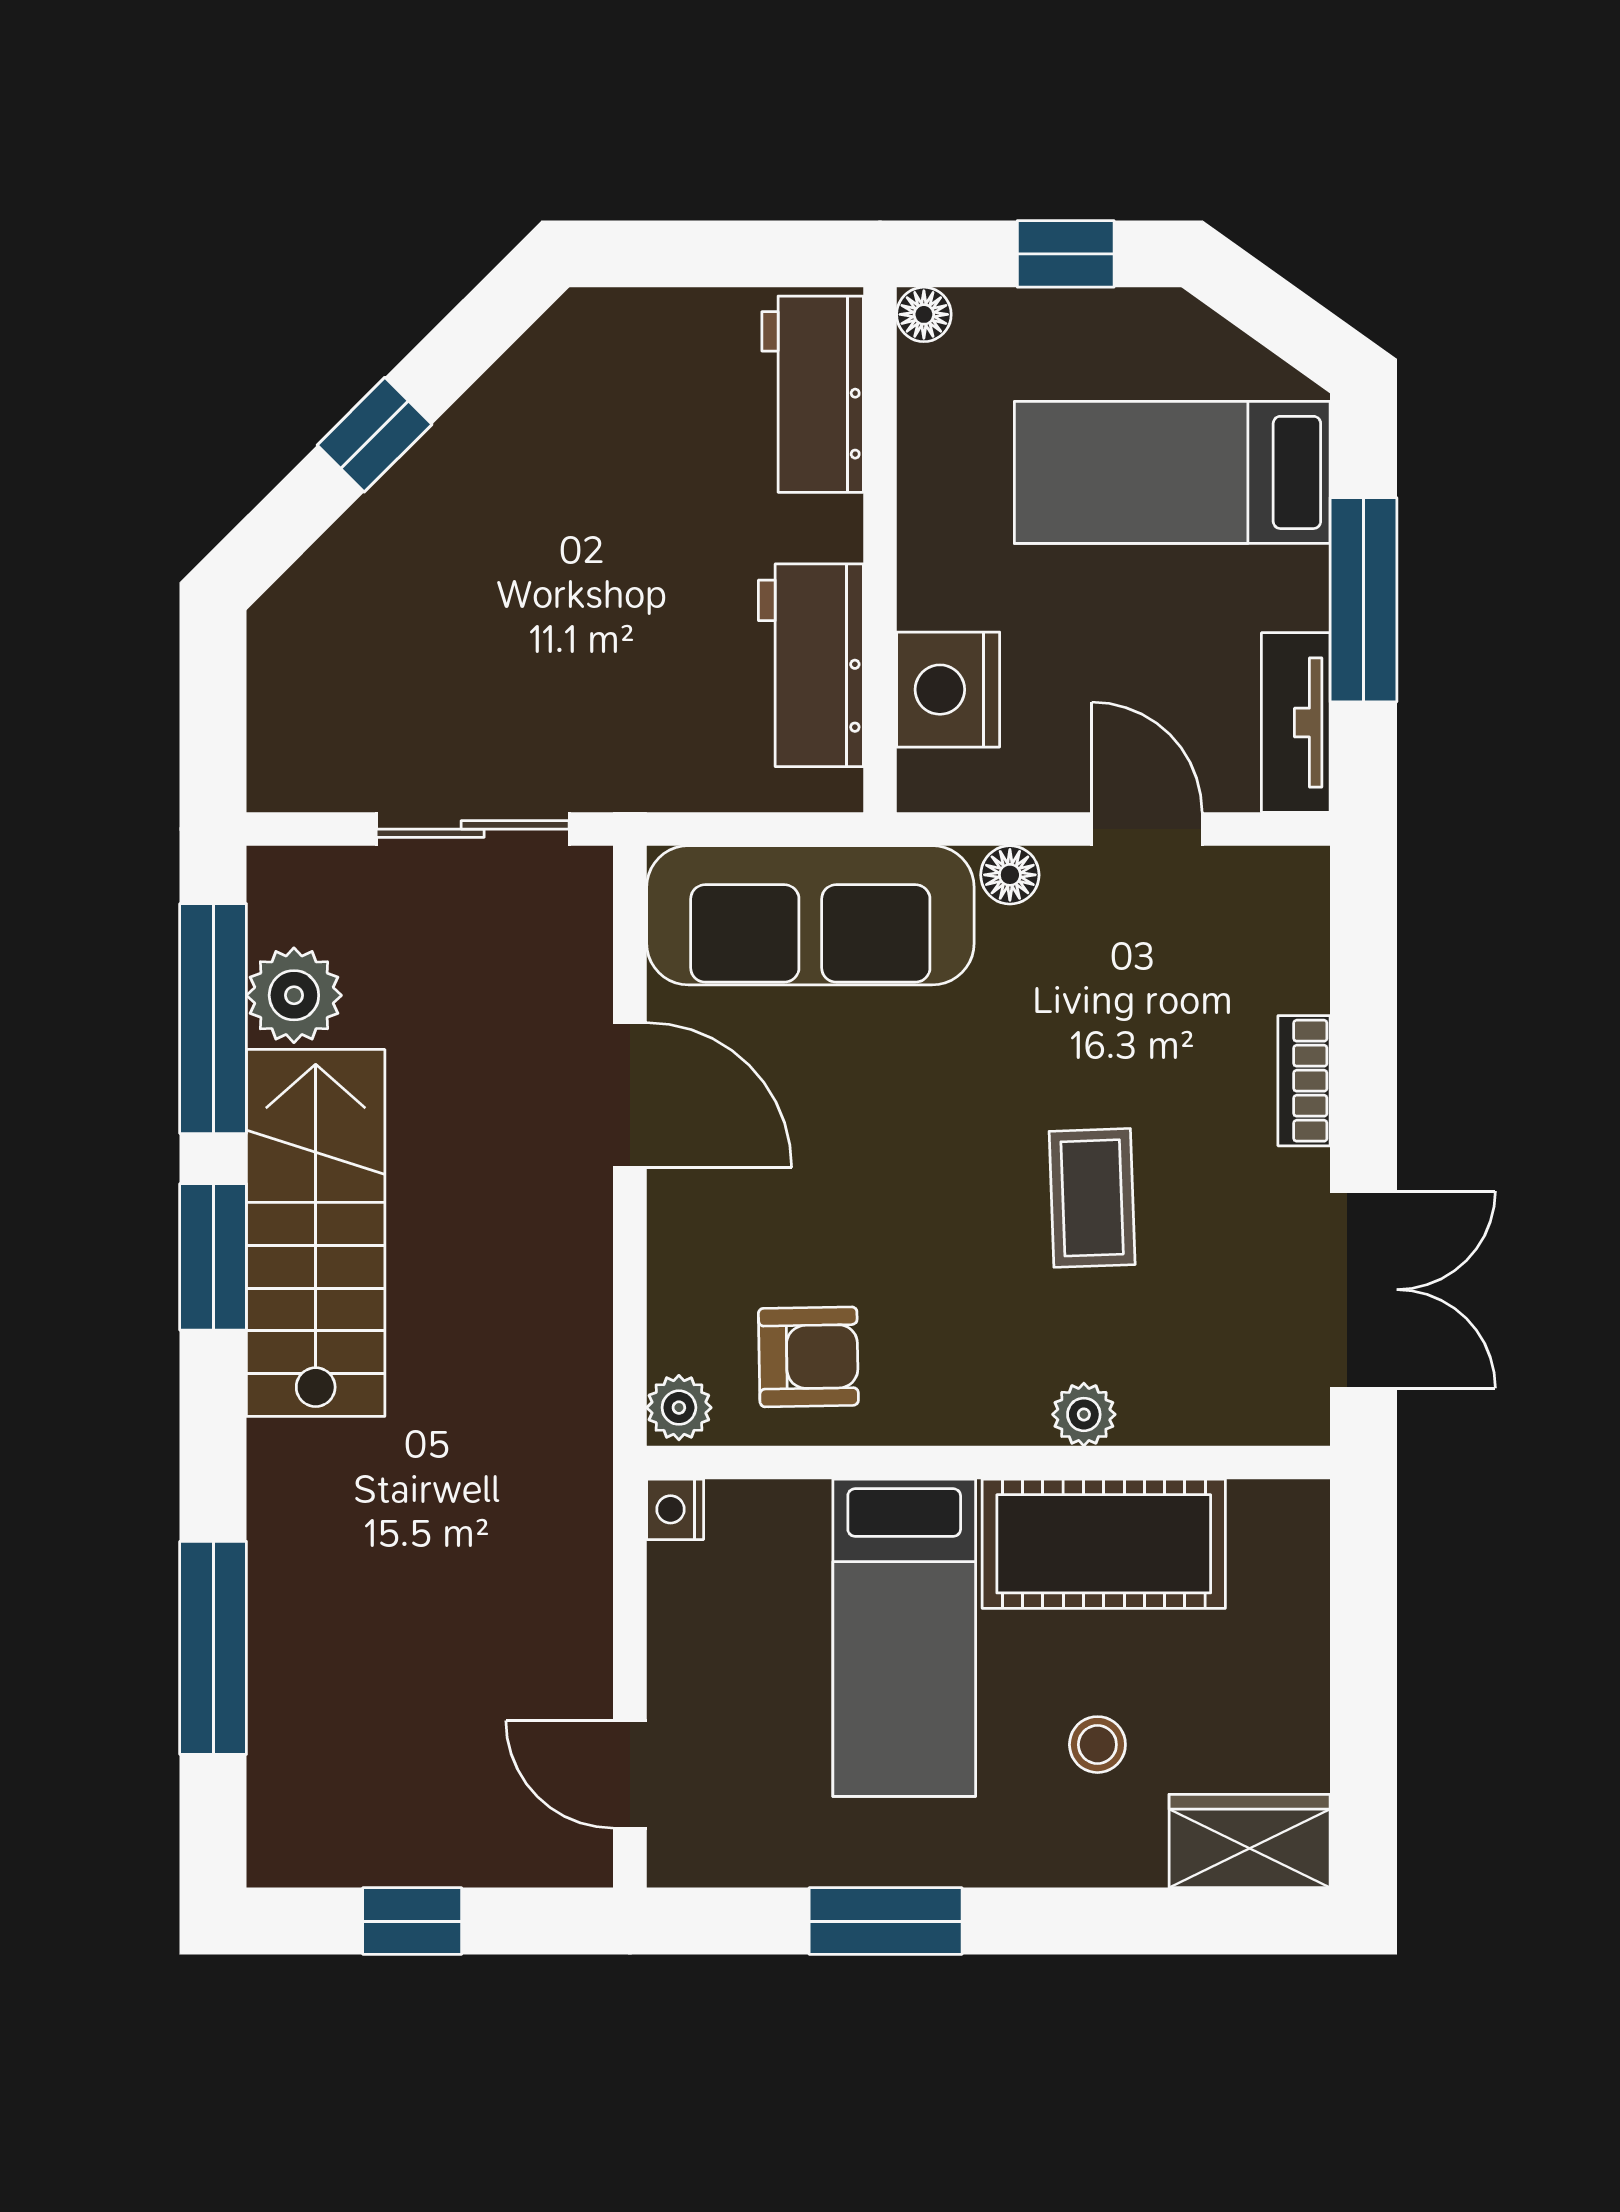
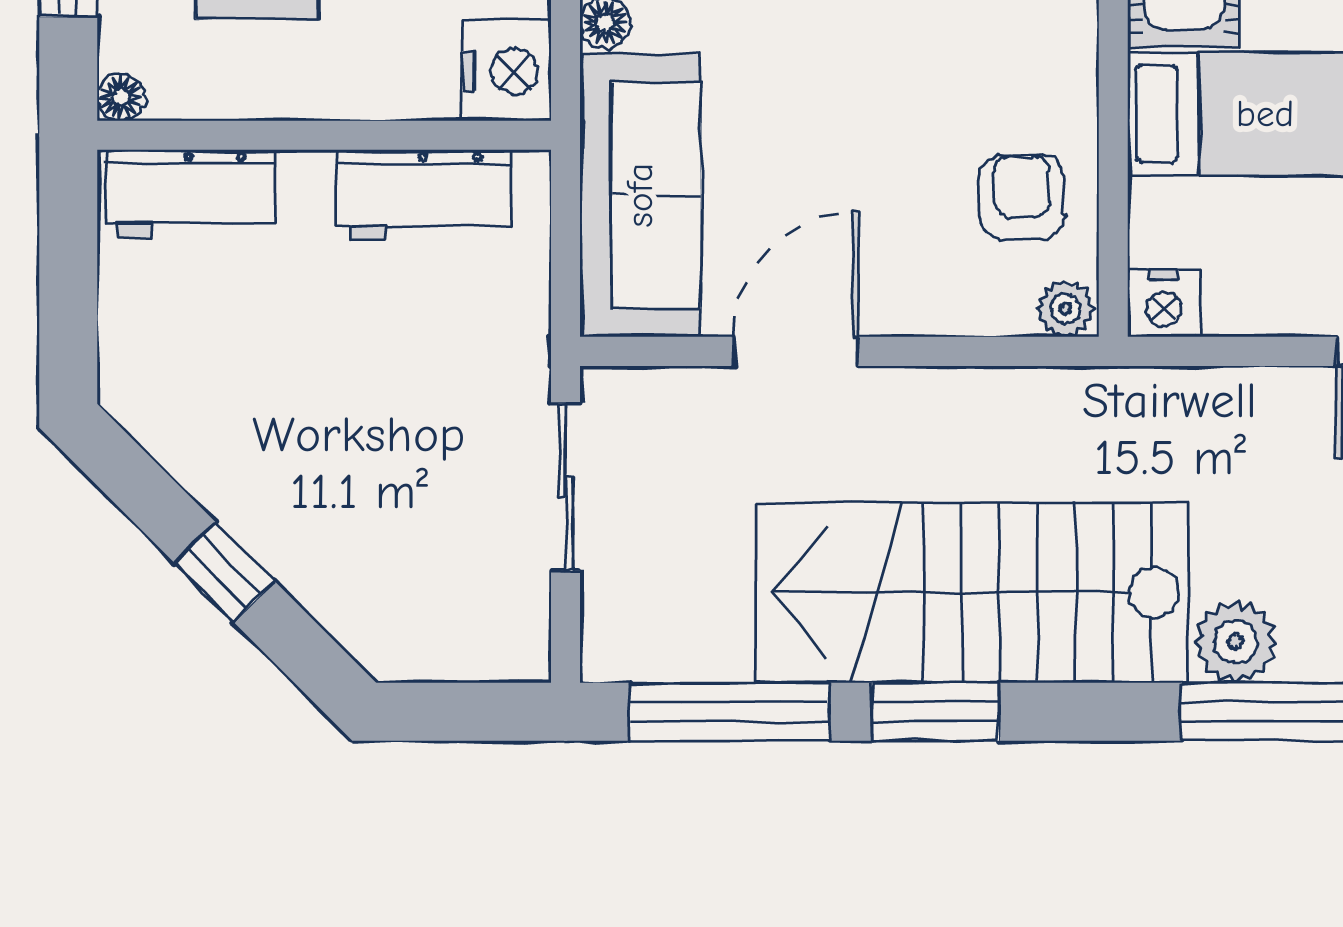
nightstand: (948, 690) -> (507, 71), moved, turned -90
plant: (294, 995) -> (1236, 642), moved
stairs: (316, 1233) -> (972, 593), width x1.36, depth x1.51
nightstand: (675, 1509) -> (1164, 304), width x1.39, depth x1.35

